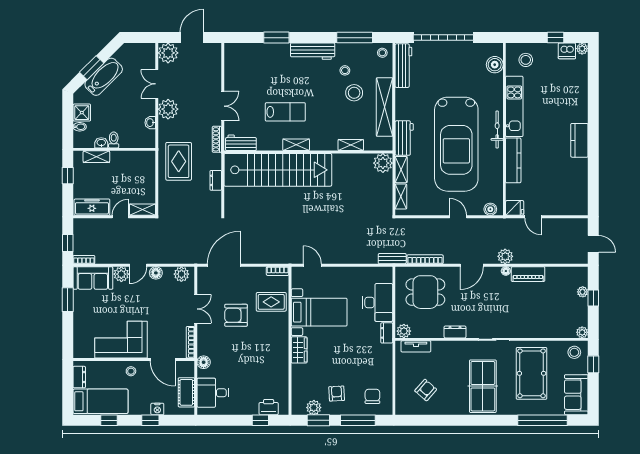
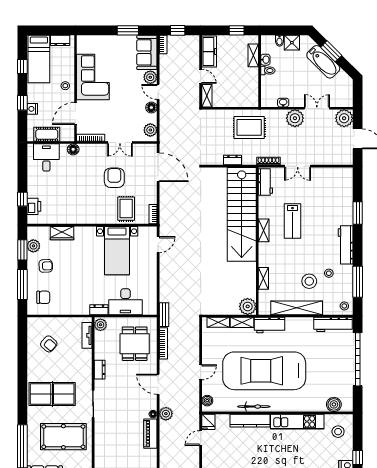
bicycle: (497, 130) -> (254, 407), moved
wardrobe: (299, 350) -> (62, 233), moved

